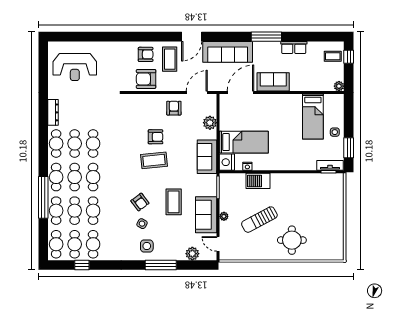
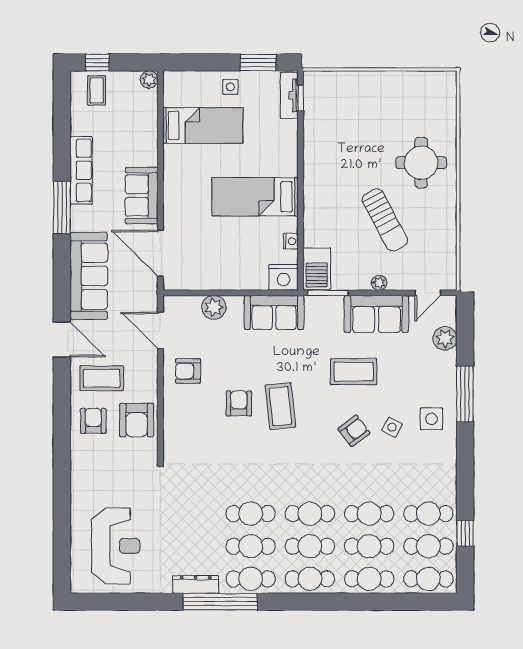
row of seats: (294, 48) -> (81, 170), width x1.48
bed: (244, 142) -> (255, 197), moved, turned -90
barbecue: (258, 181) -> (317, 269), moved
window: (43, 197) -> (220, 602), moved

